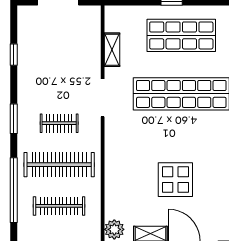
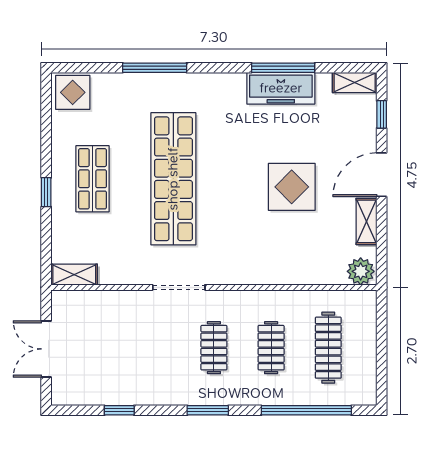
shop shelf: (181, 35) -> (93, 179), width x0.70, depth x0.74
shelving: (112, 50) -> (74, 275), moved
clothes rail: (59, 165) -> (271, 348), width x0.54, depth x0.76

